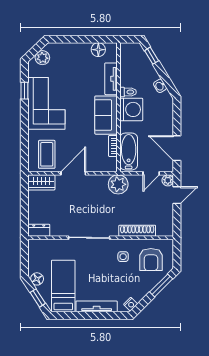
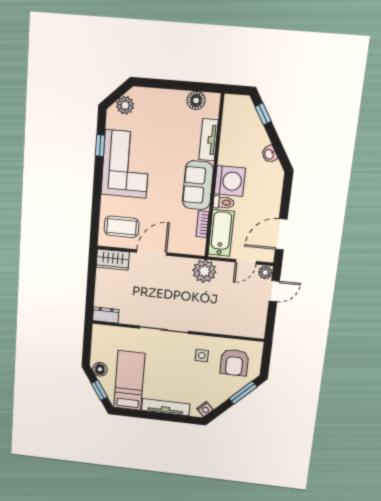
toilet: (128, 92) -> (224, 202), moved
door: (177, 148) -> (281, 234), hinge flipped
coffee table: (47, 154) -> (122, 227), turned 90
shoe rack: (137, 231) -> (222, 328), removed

